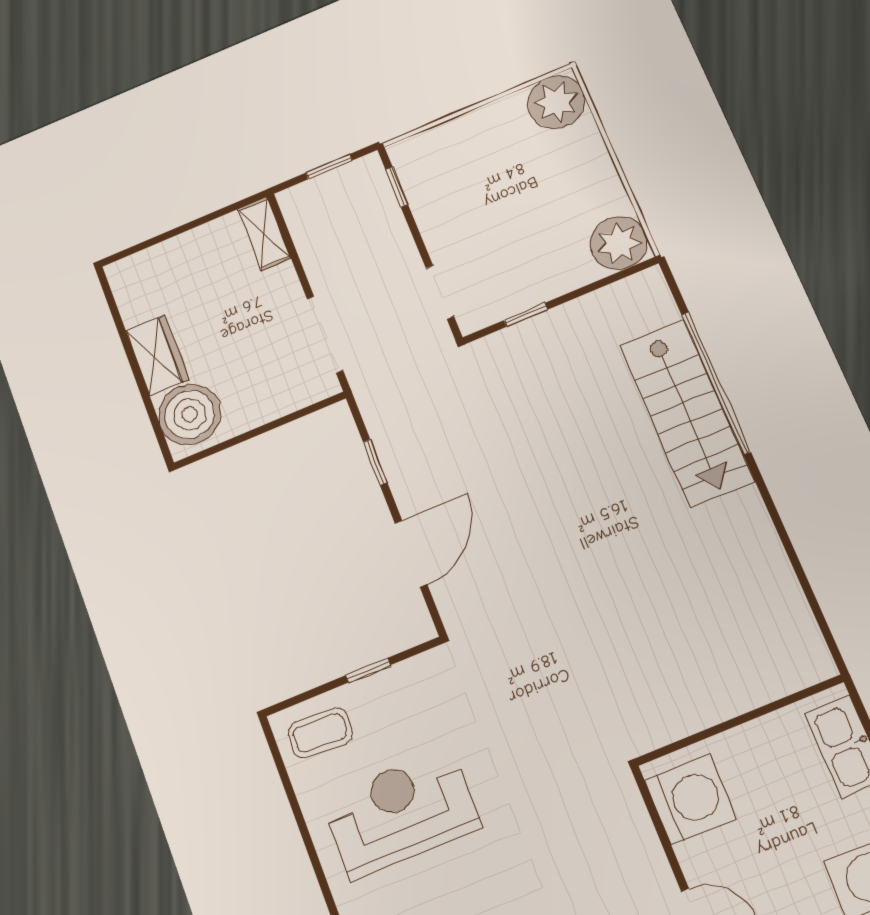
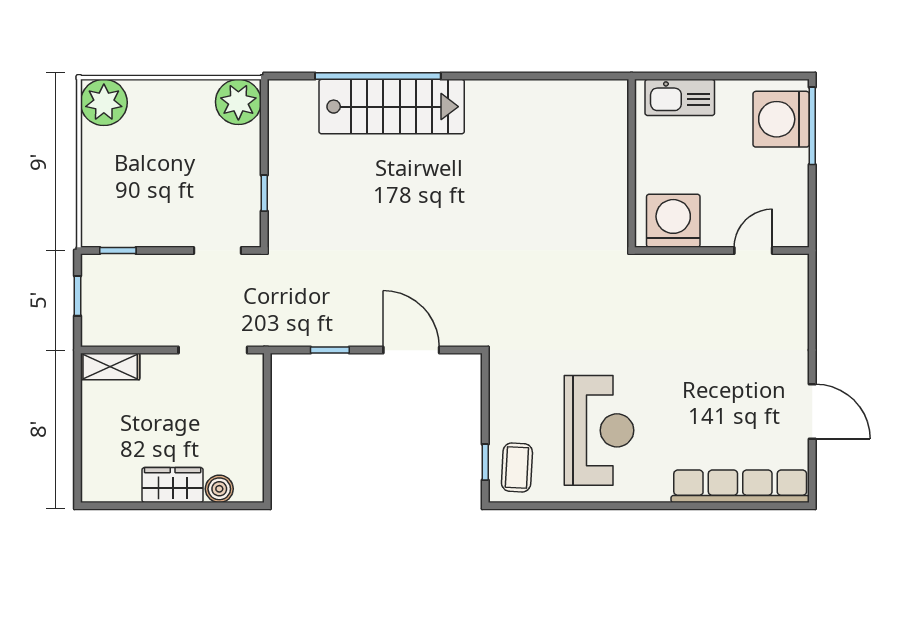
boiler: (190, 414) -> (219, 489), width x0.54, depth x0.54
window: (368, 670) -> (485, 462), moved
reception desk: (401, 813) -> (599, 430), turned 180

